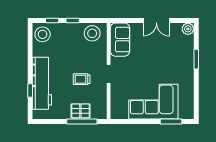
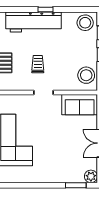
window: (196, 59) -> (76, 185), moved
window: (30, 91) -> (46, 10), moved

